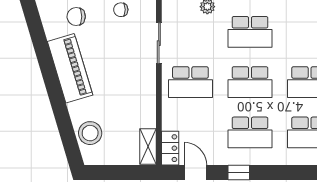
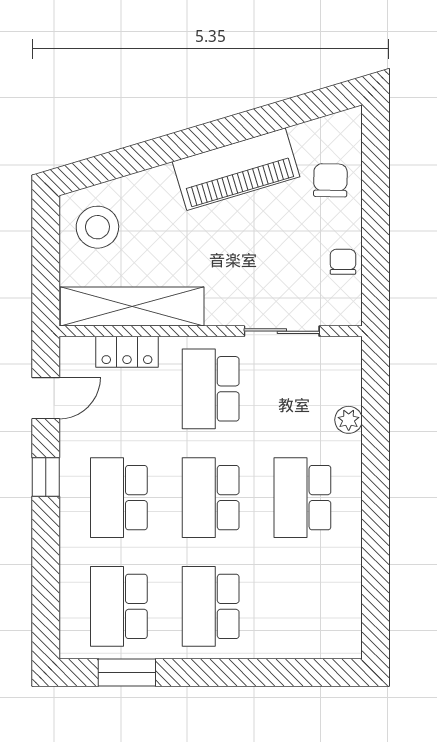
stool: (90, 133) -> (97, 227), moved
shelving: (148, 147) -> (132, 307), width x2.20, depth x1.33
locker: (170, 148) -> (127, 352), moved

